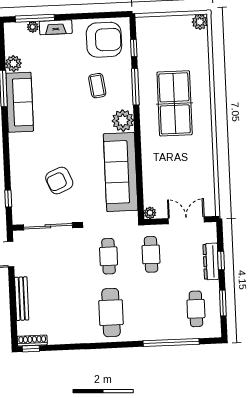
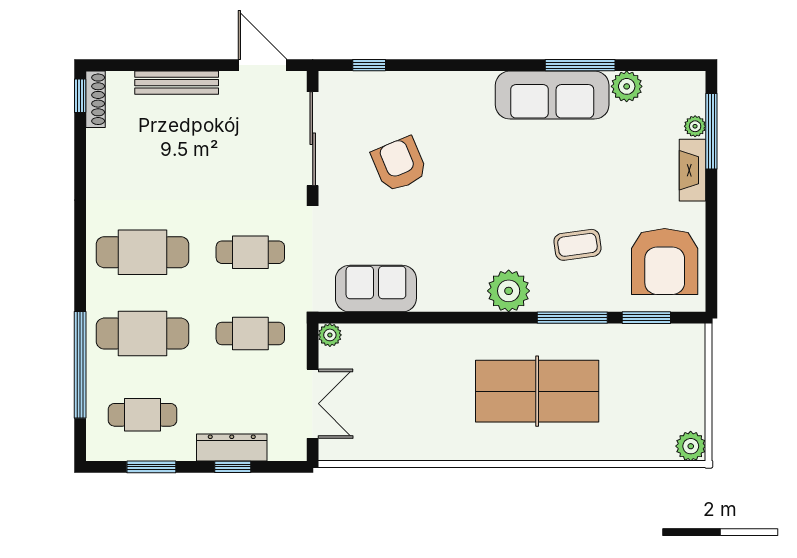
window: (134, 48) -> (646, 318), width x1.50
sofa: (121, 172) -> (376, 289), width x0.54, depth x0.79
cafe table: (153, 311) -> (142, 334), added

